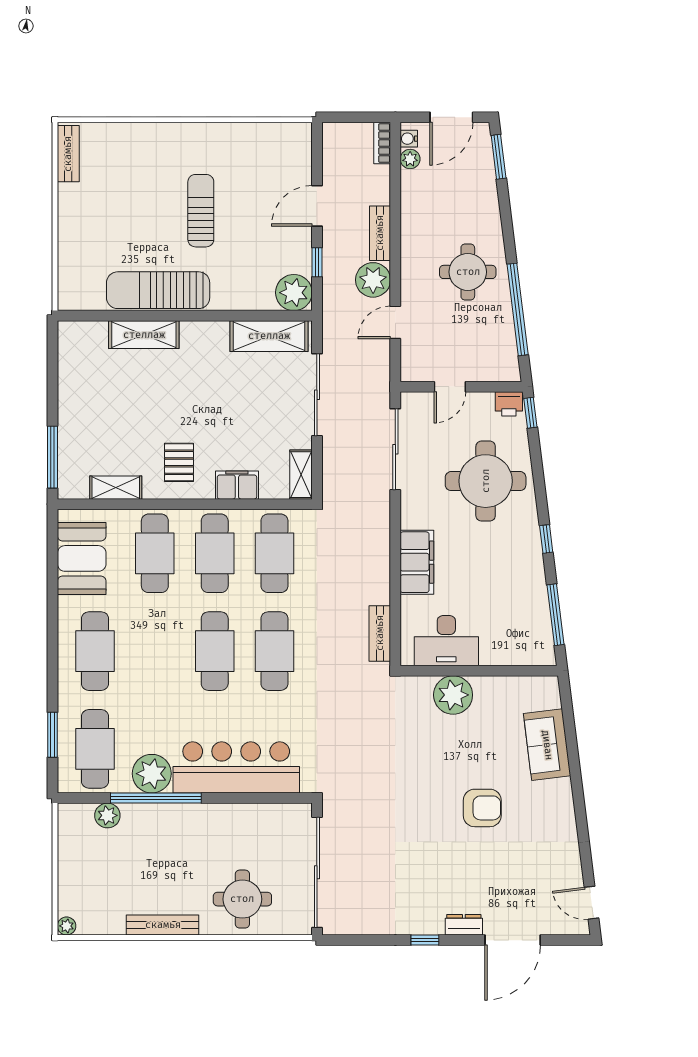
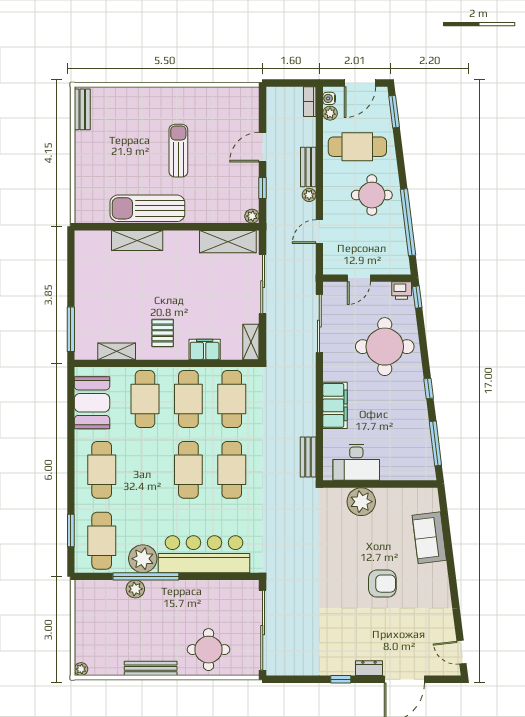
cafe table: (448, 205) -> (357, 147), added
plant: (373, 280) -> (309, 195), width x0.53, depth x0.53
plant: (294, 293) -> (252, 216), width x0.53, depth x0.53
plant: (107, 815) -> (135, 589), moved

